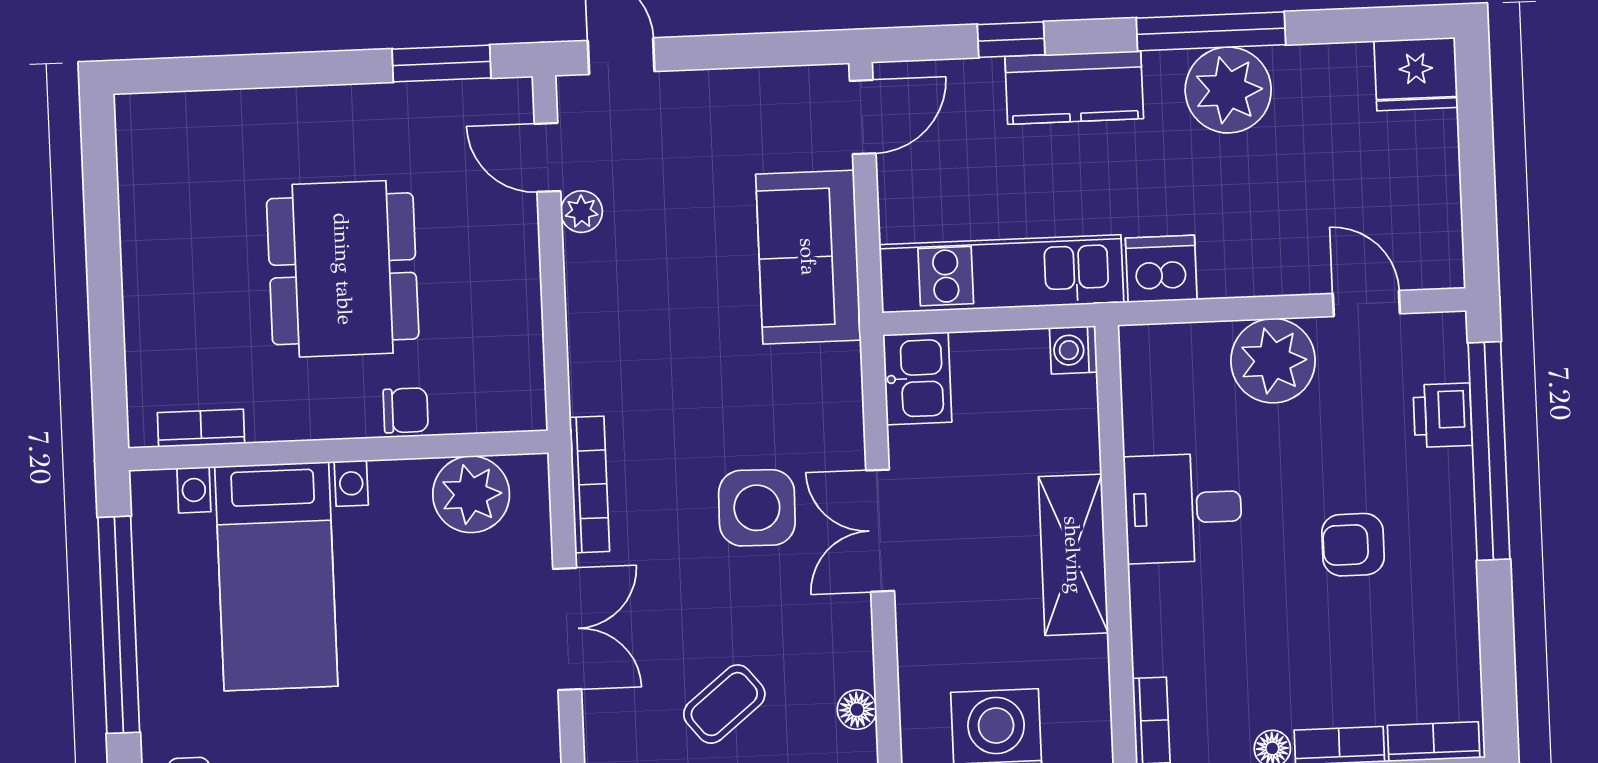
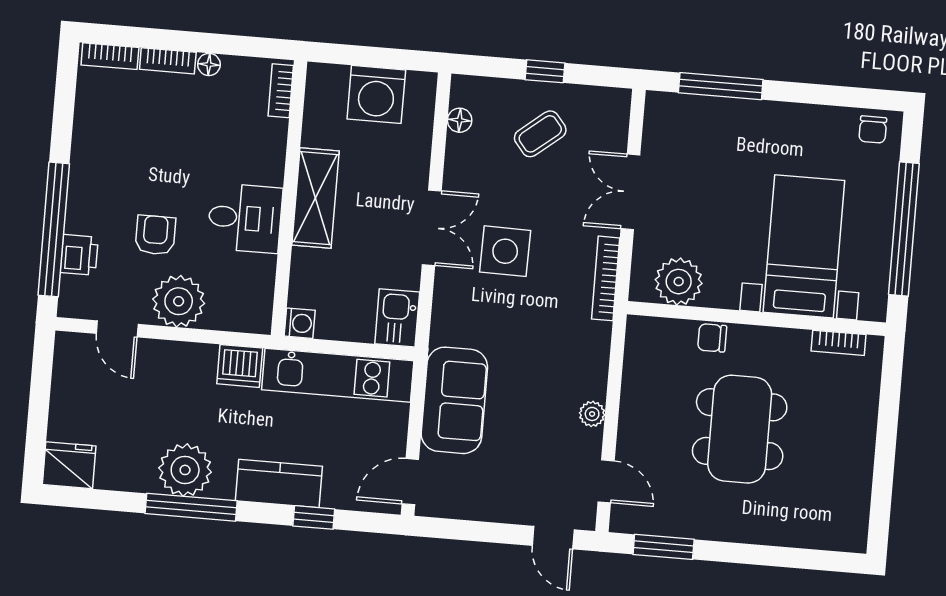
plant: (581, 212) -> (592, 414), moved
armchair: (1353, 545) -> (155, 235), moved, turned -90

